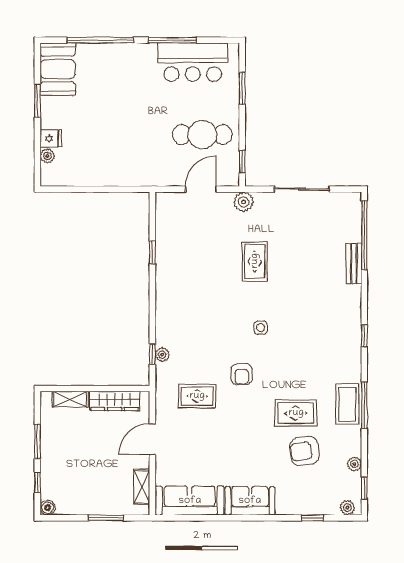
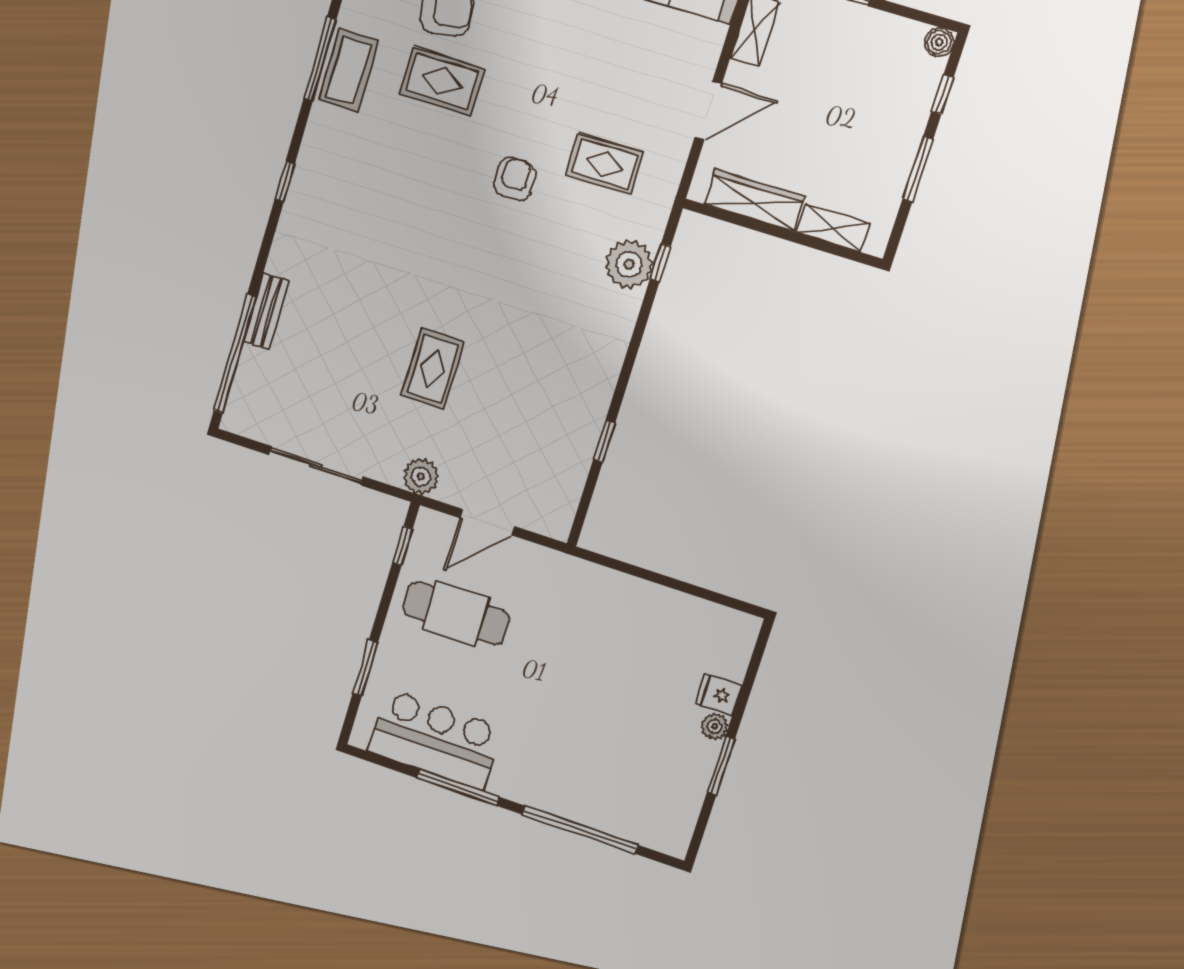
booth: (58, 69) -> (668, 807), removed
plant: (47, 156) -> (715, 726), moved
side table: (261, 328) -> (457, 251), removed
plant: (162, 355) -> (629, 264), width x1.87, depth x1.87

